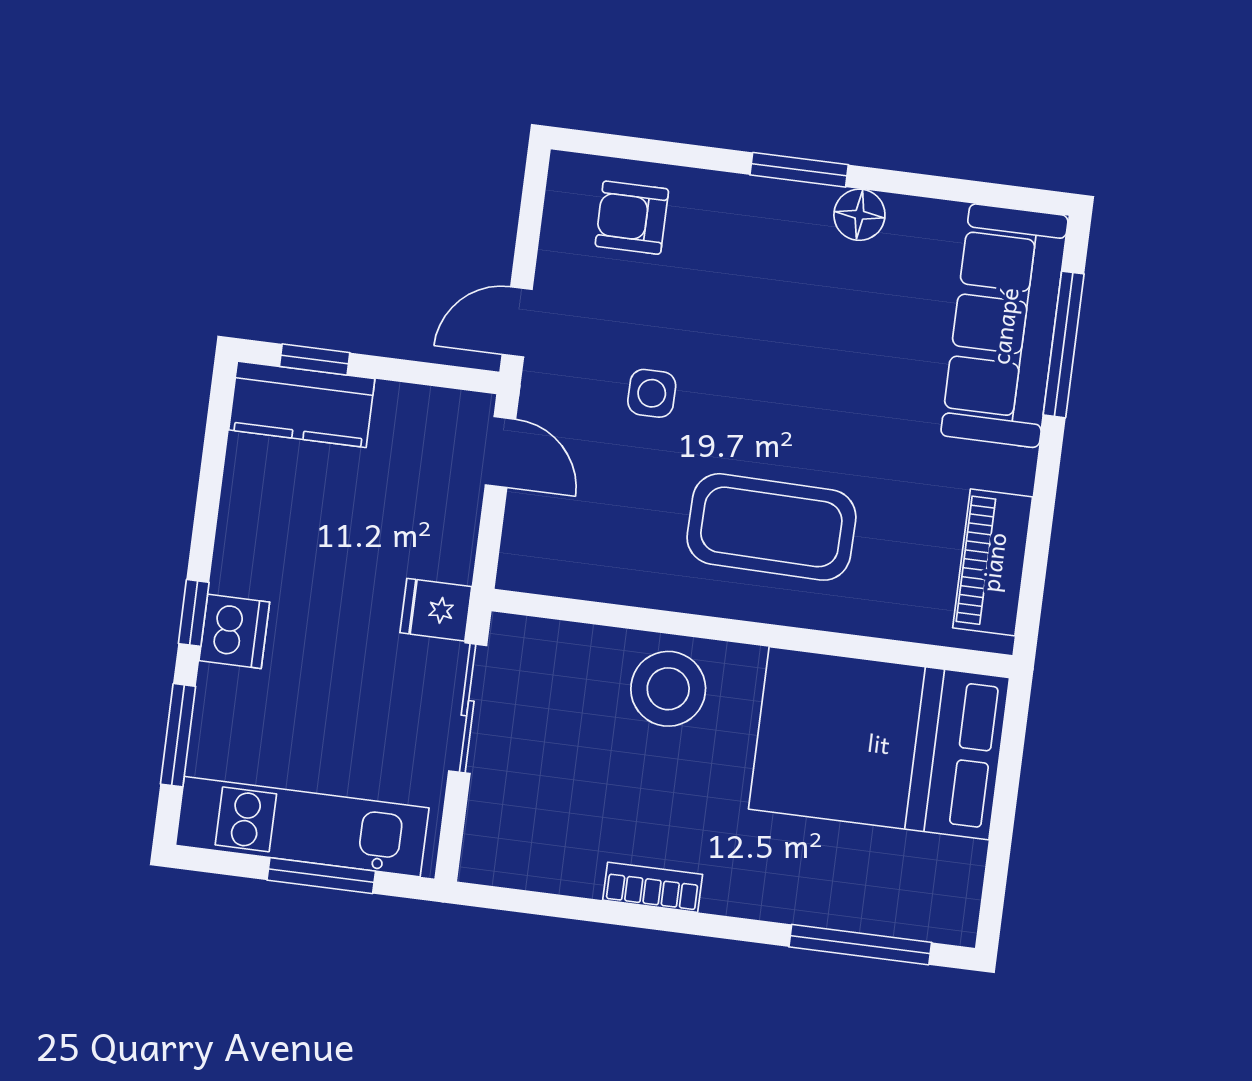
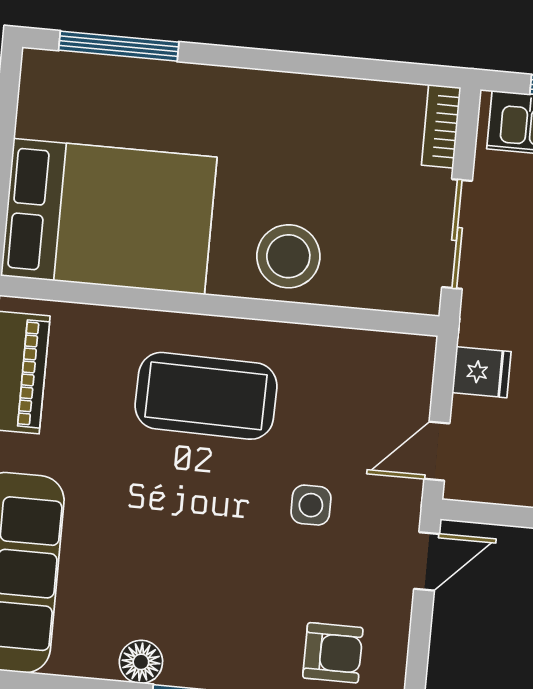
door: (500, 452) -> (437, 451), hinge flipped
fridge: (436, 610) -> (482, 372), moved
bookcase: (653, 887) -> (441, 126), moved, turned 90

